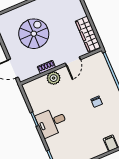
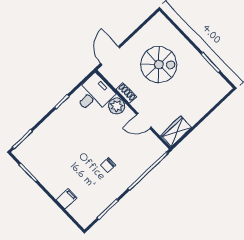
wardrobe: (88, 34) -> (176, 131), width x0.67
desk: (52, 122) -> (94, 94), moved, turned 90

